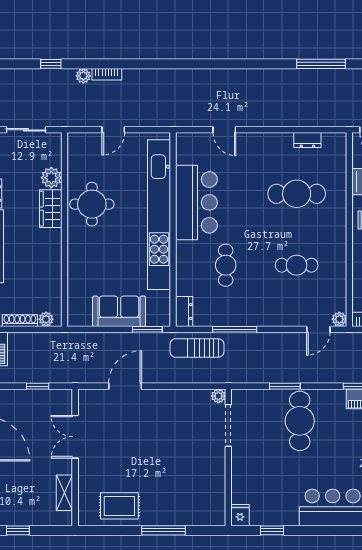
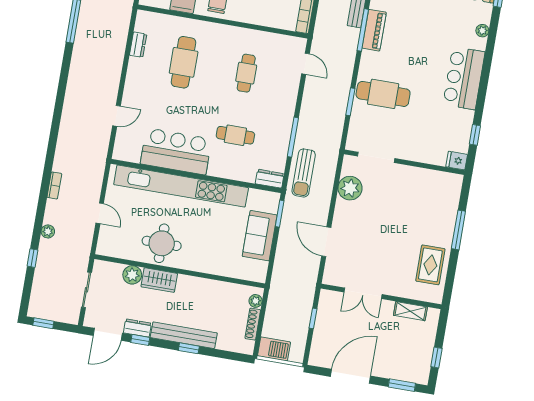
bookcase: (107, 74) -> (54, 185), moved
plant: (339, 319) -> (300, 44), removed
plant: (218, 396) -> (350, 188), moved, width x1.87, depth x1.87

